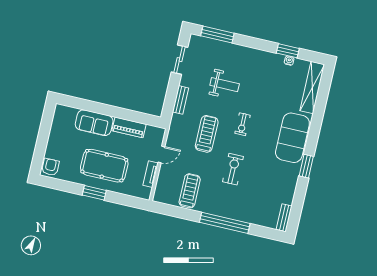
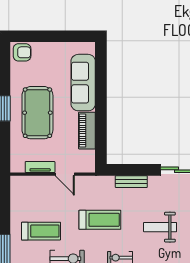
weight bench: (225, 85) -> (160, 227), turned 90
sofa: (94, 123) -> (83, 83), width x1.36
treadmill: (190, 191) -> (41, 231), moved

